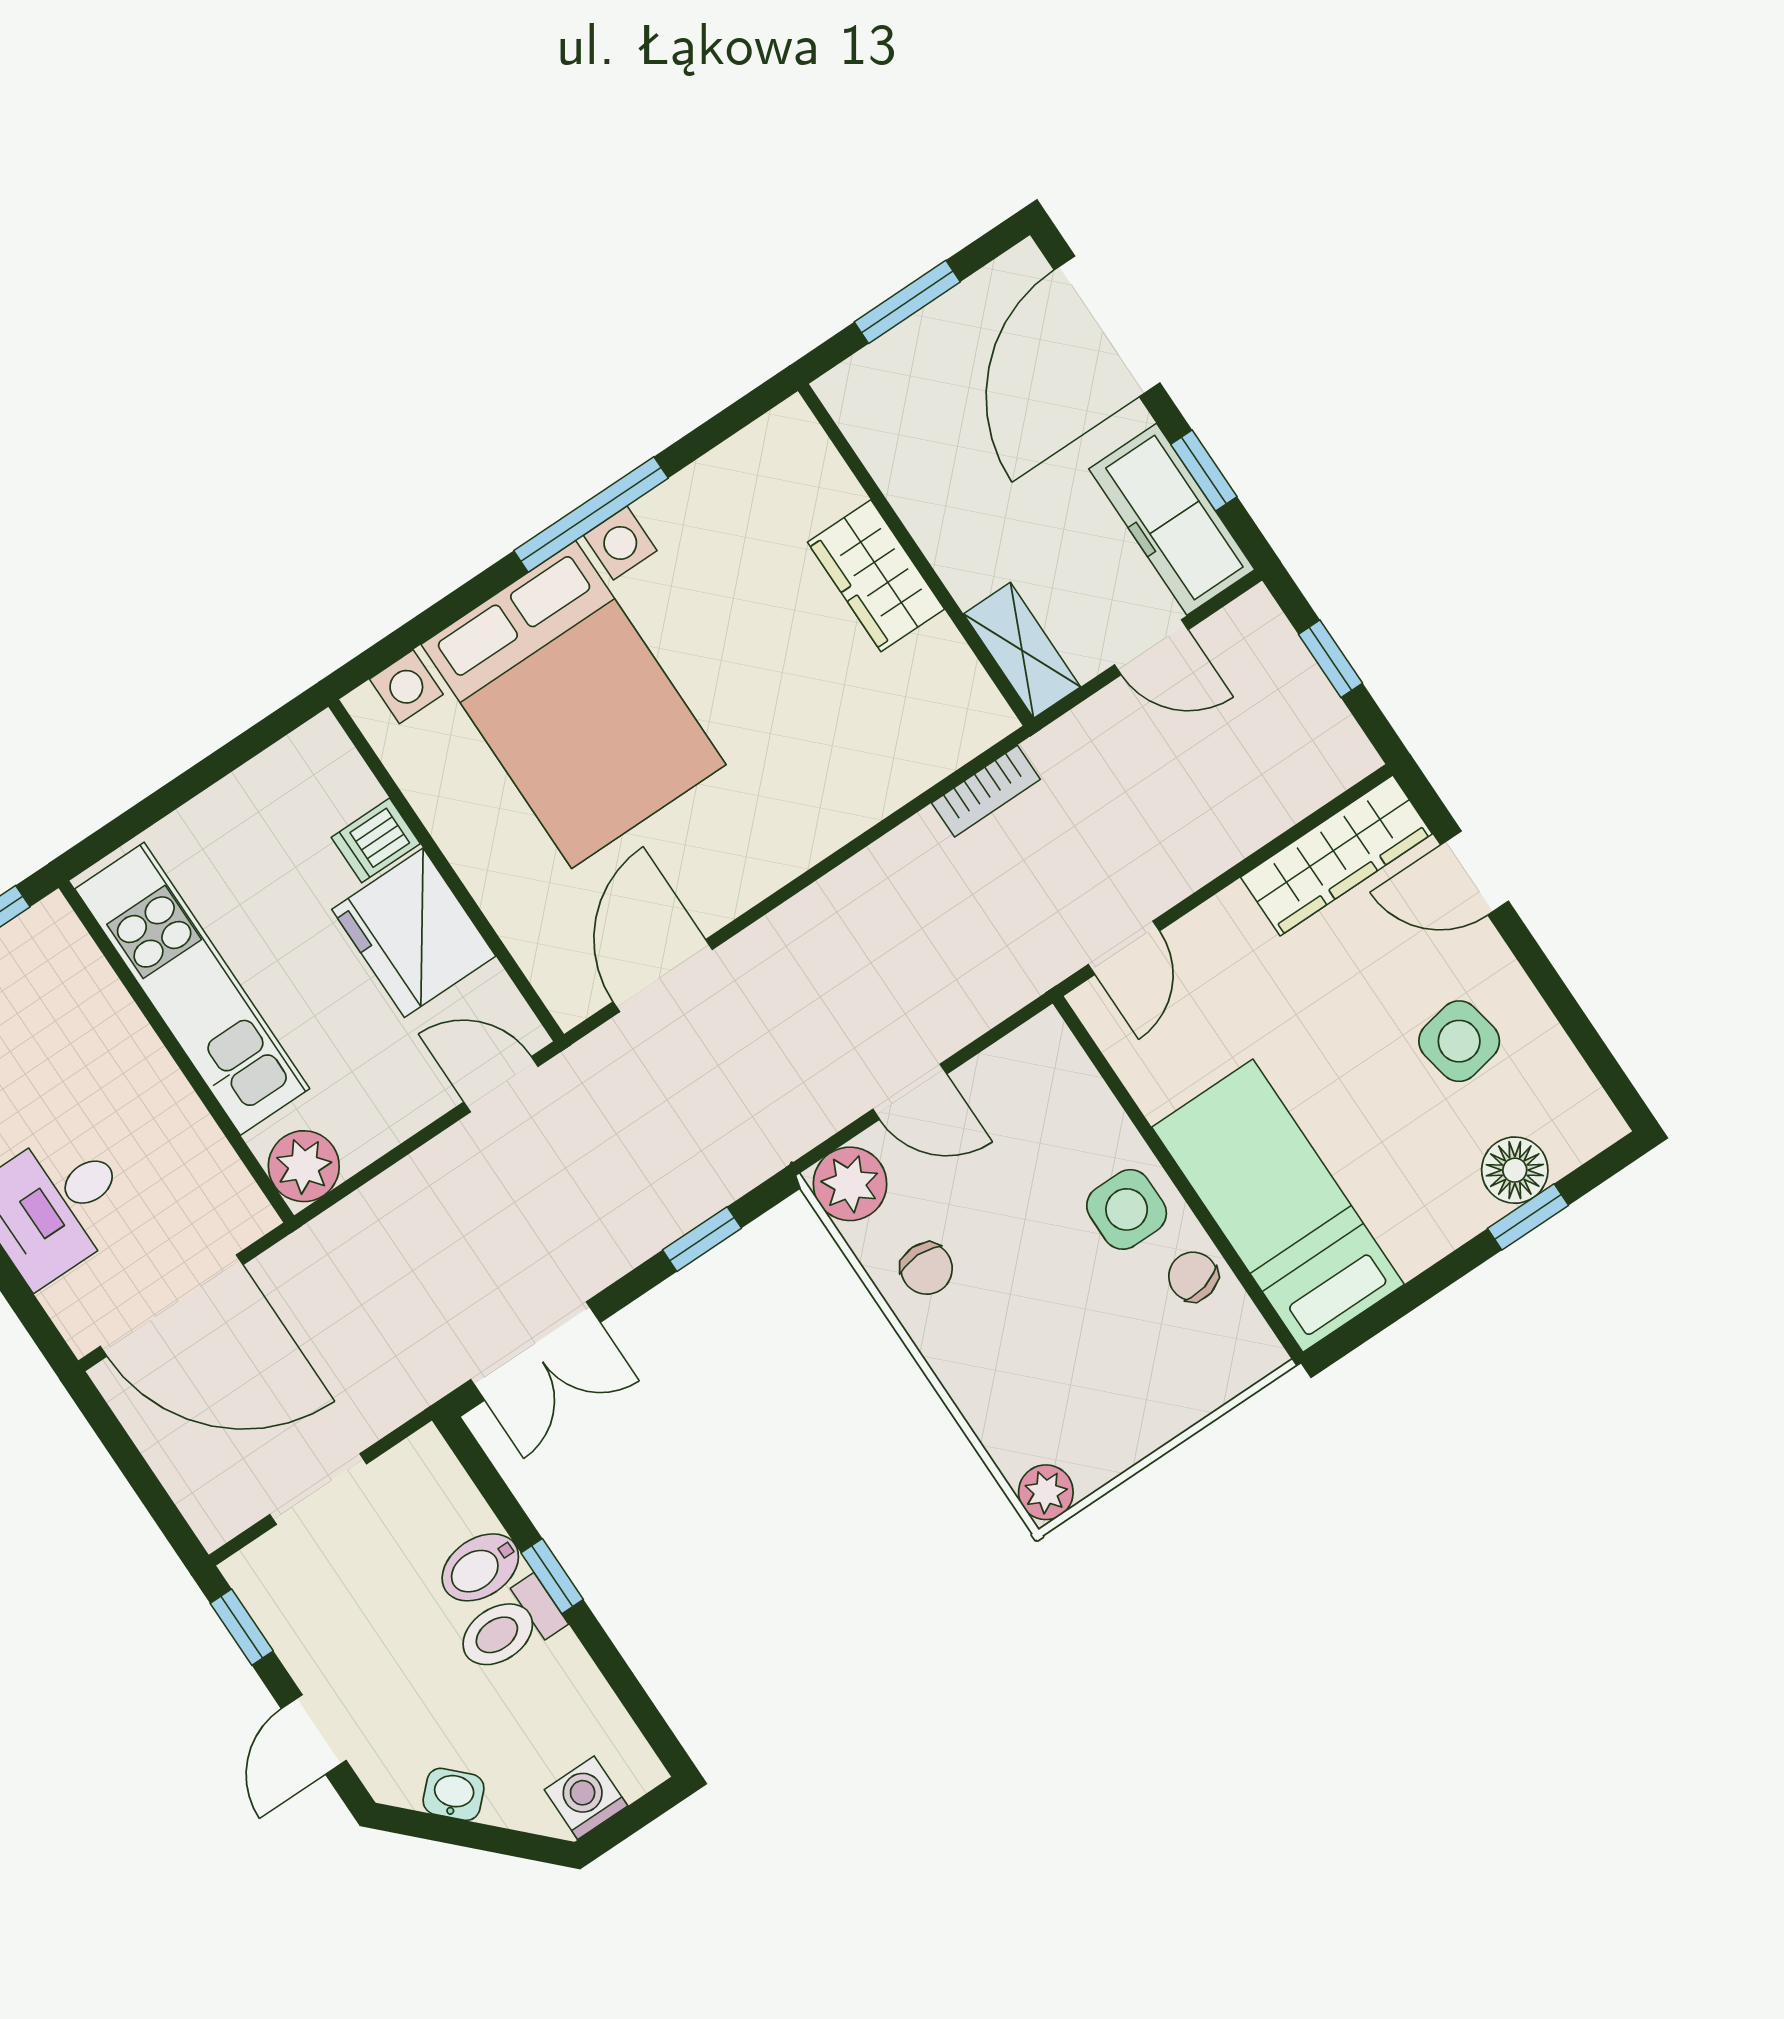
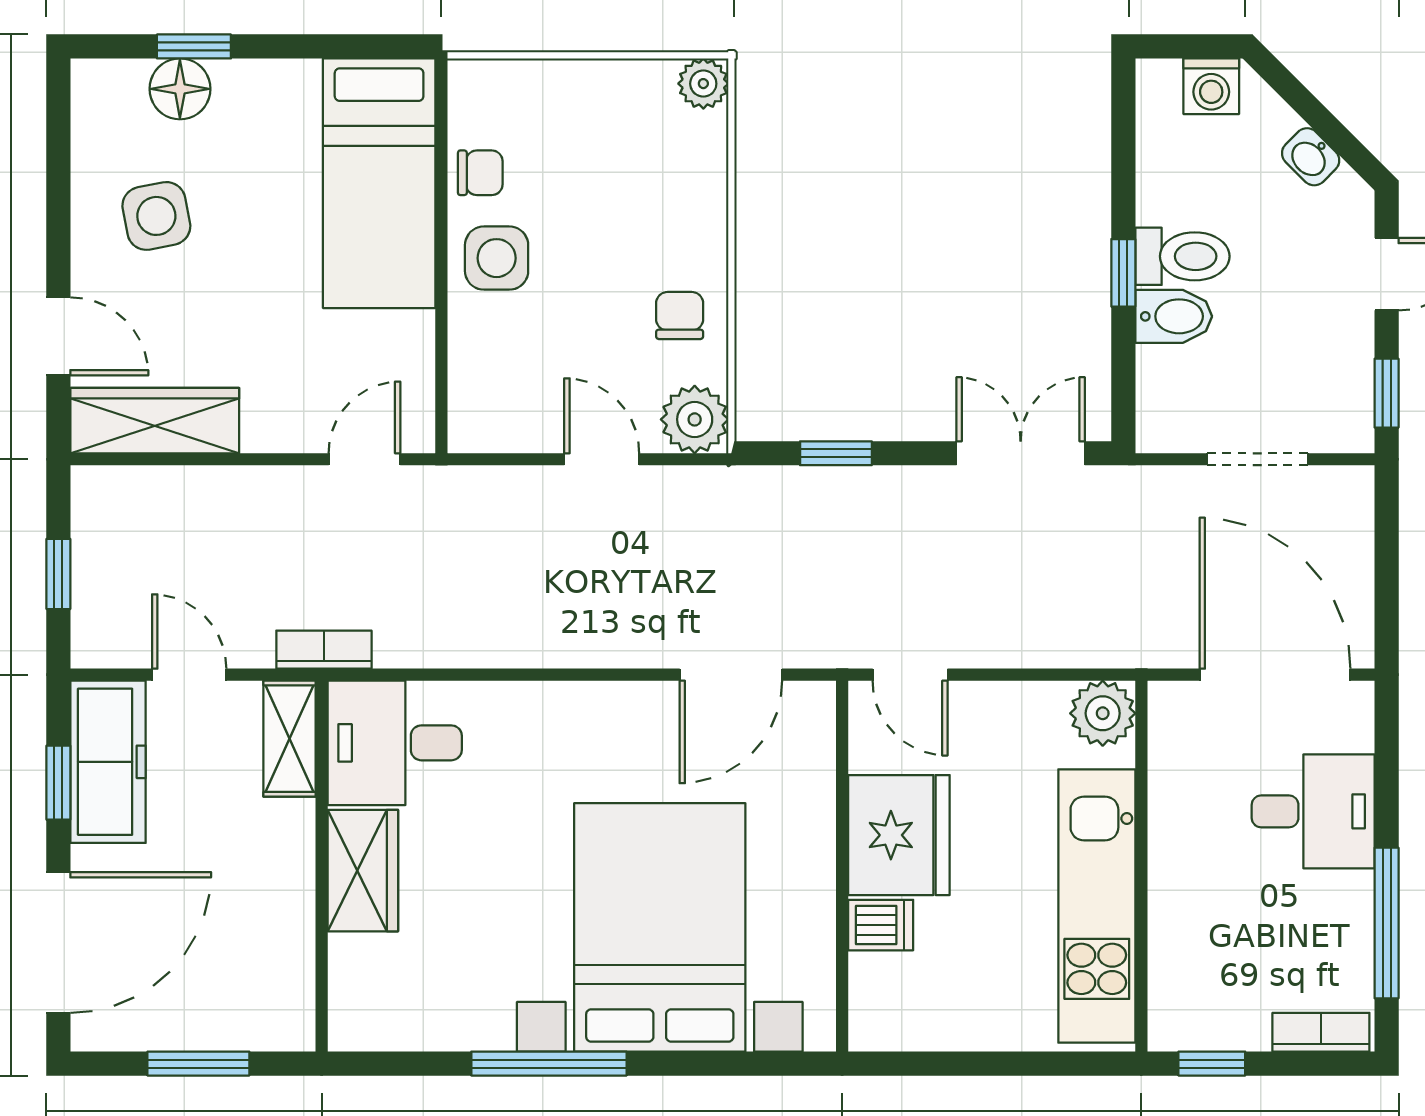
desk: (925, 710) -> (395, 743), added
bookcase: (986, 791) -> (324, 650), moved
chair: (1193, 1276) -> (480, 173), turned -76

